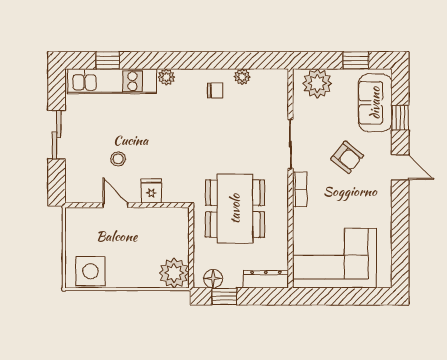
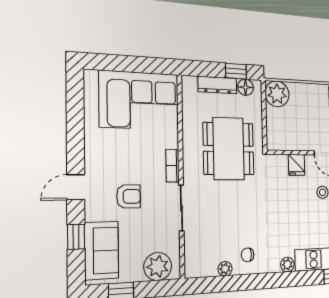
armchair: (347, 157) -> (128, 196), turned 141
door: (400, 167) -> (76, 187), hinge flipped
dresser: (266, 279) -> (217, 85), moved

